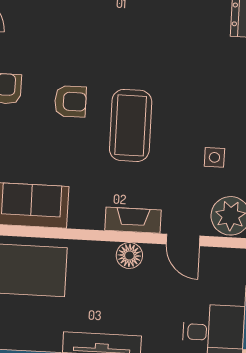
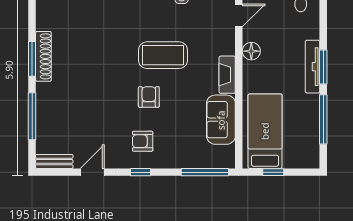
fireplace: (133, 220) -> (227, 75), moved

